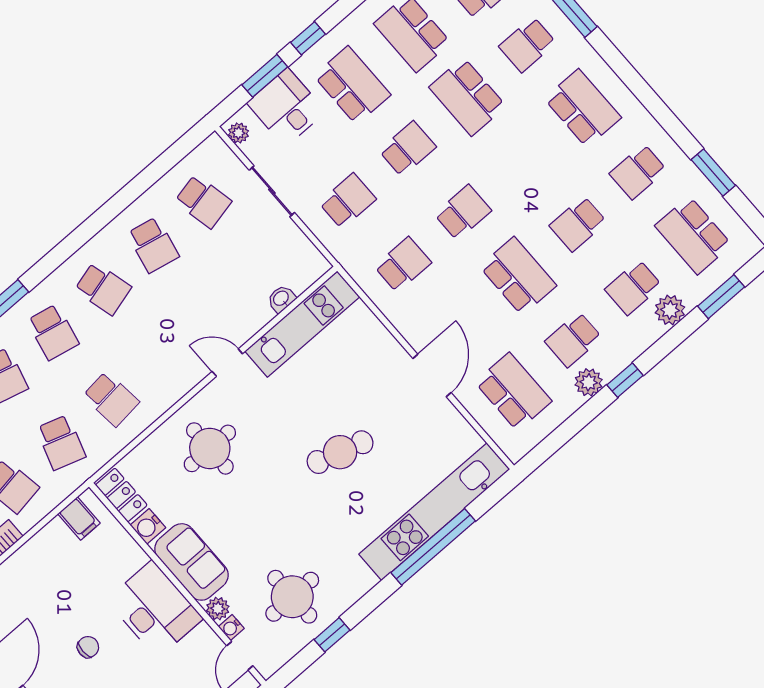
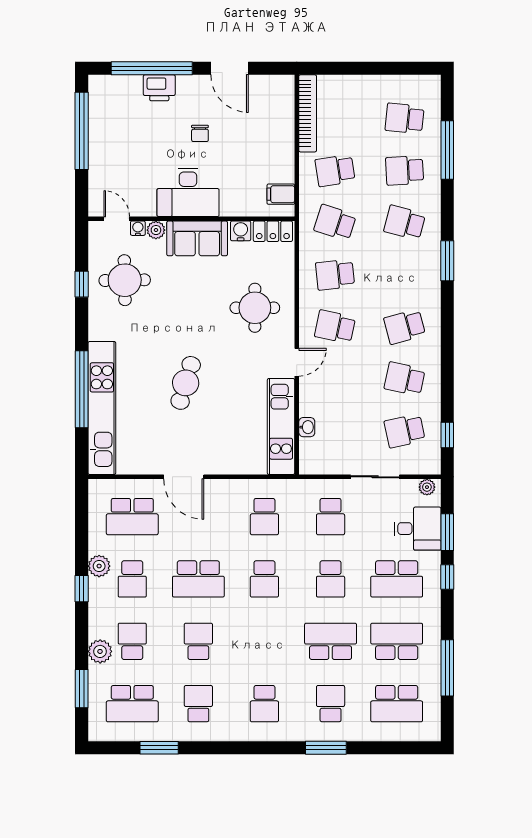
school desk: (583, 108) -> (264, 704), width x0.54
window: (171, 157) -> (447, 435), added
school desk: (693, 235) -> (132, 704), turned 180
school desk: (53, 332) -> (335, 327), moved
school desk: (573, 340) -> (132, 579), turned 180

